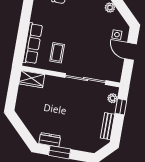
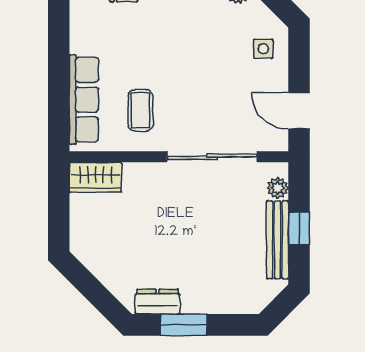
door: (131, 51) -> (299, 111), moved
window: (121, 107) -> (299, 228), moved
bench: (107, 126) -> (277, 240), width x1.36

